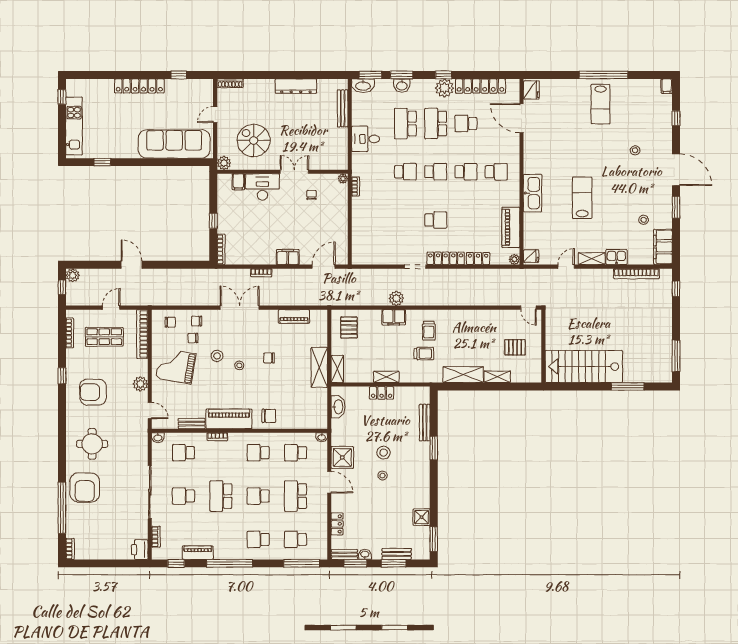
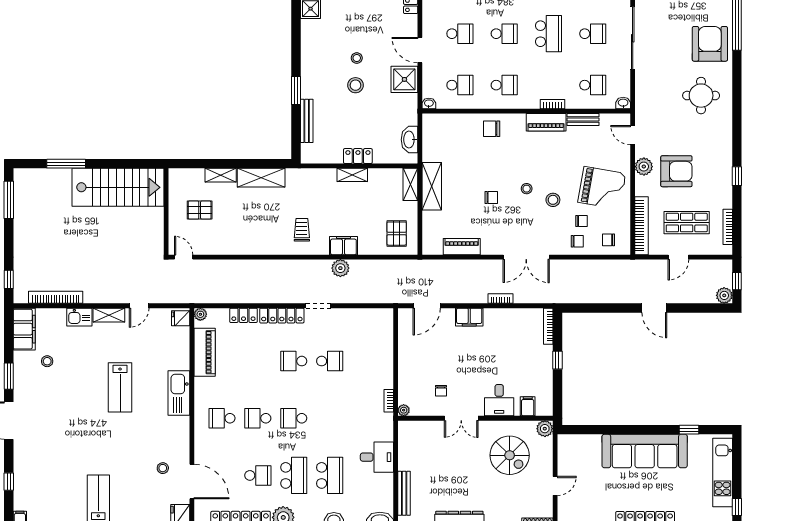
sofa: (174, 144) -> (645, 451), moved
stool: (635, 150) -> (163, 468), moved
school desk: (405, 172) -> (330, 361), moved, turned 180
desk: (262, 187) -> (499, 400), width x0.73
trolley: (424, 354) -> (308, 203), removed
armchair: (93, 392) -> (676, 171), moved
piano: (229, 419) -> (546, 122), width x0.73, depth x0.75
school desk: (296, 496) -> (460, 34), width x0.54

